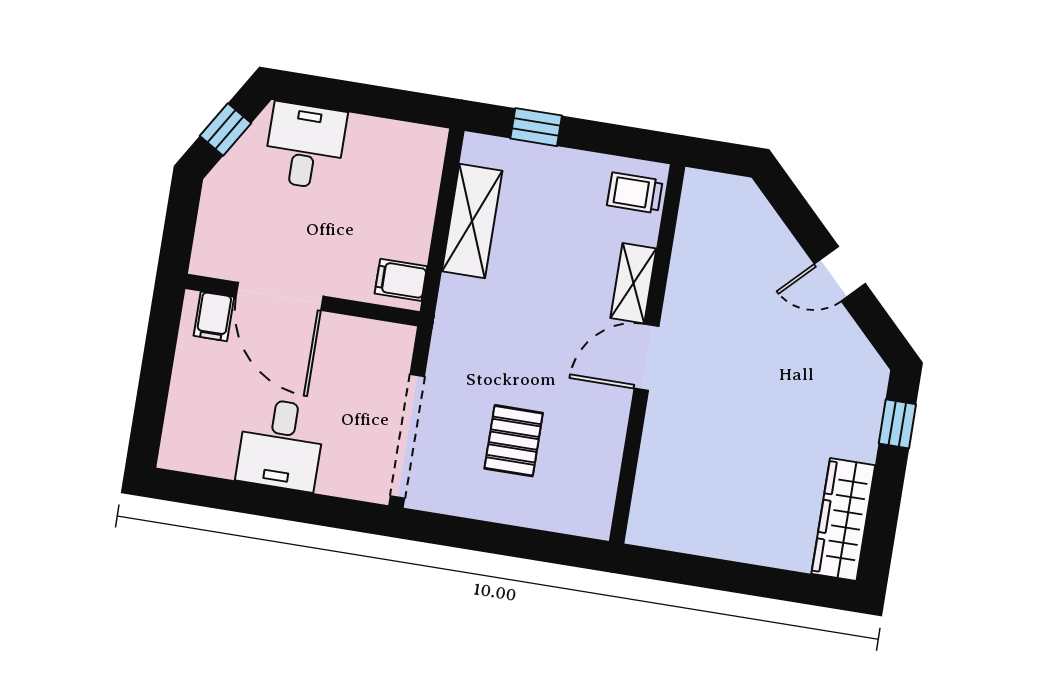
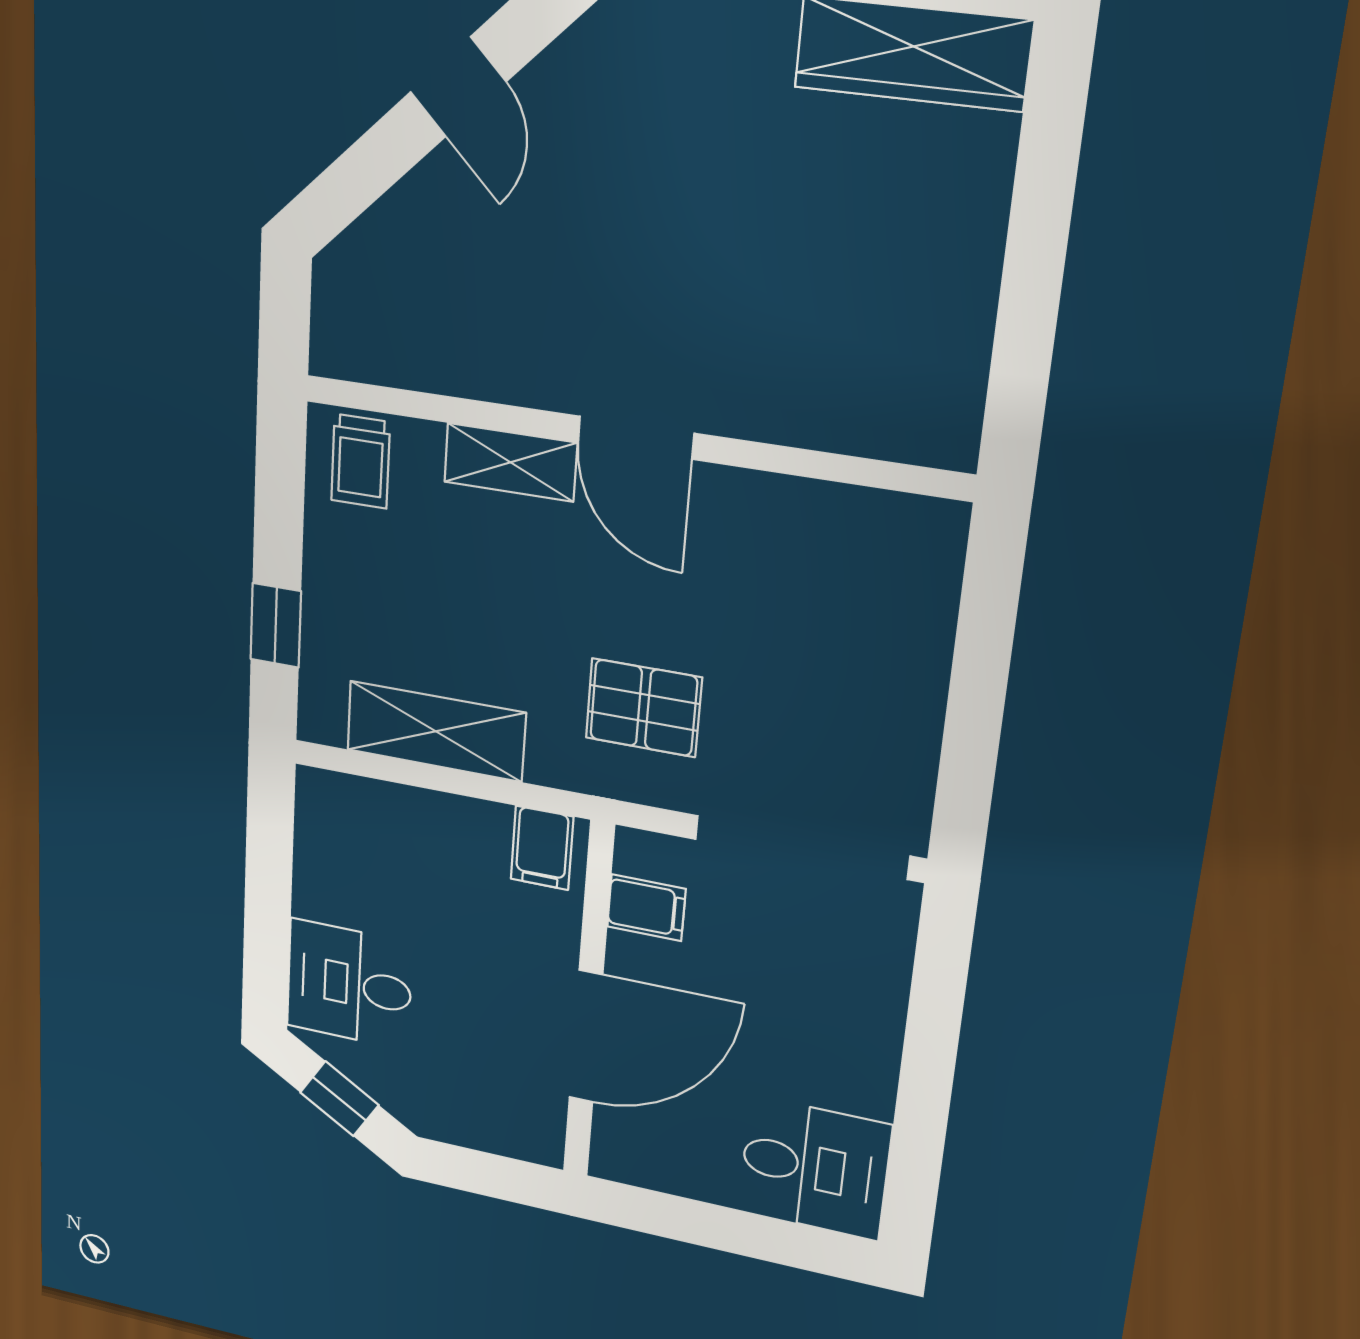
filing cabinet: (214, 316) -> (646, 908), moved
pallet: (514, 441) -> (644, 708), moved
desk: (281, 444) -> (815, 1168), moved

